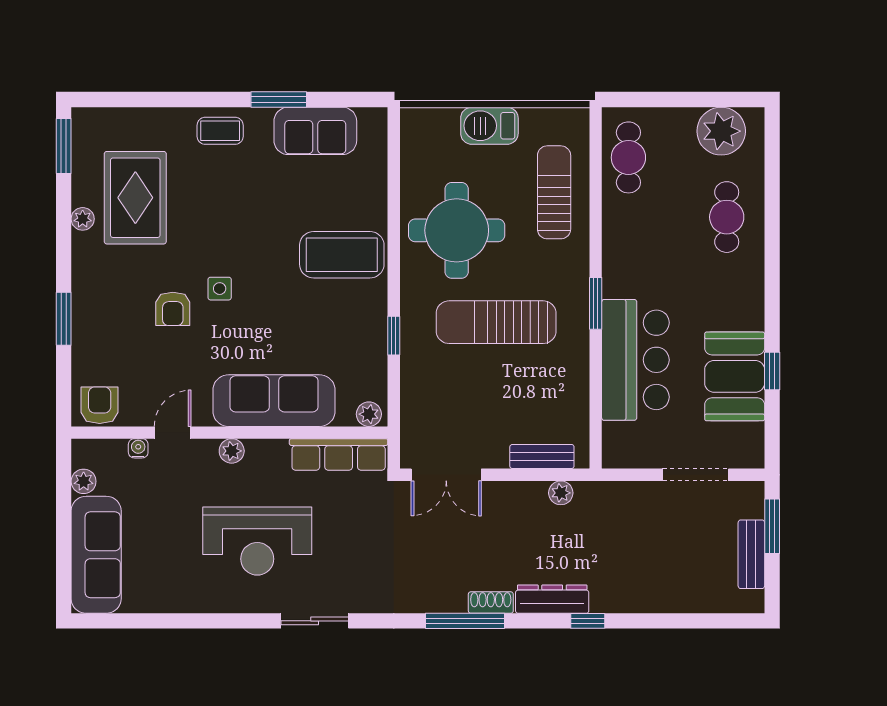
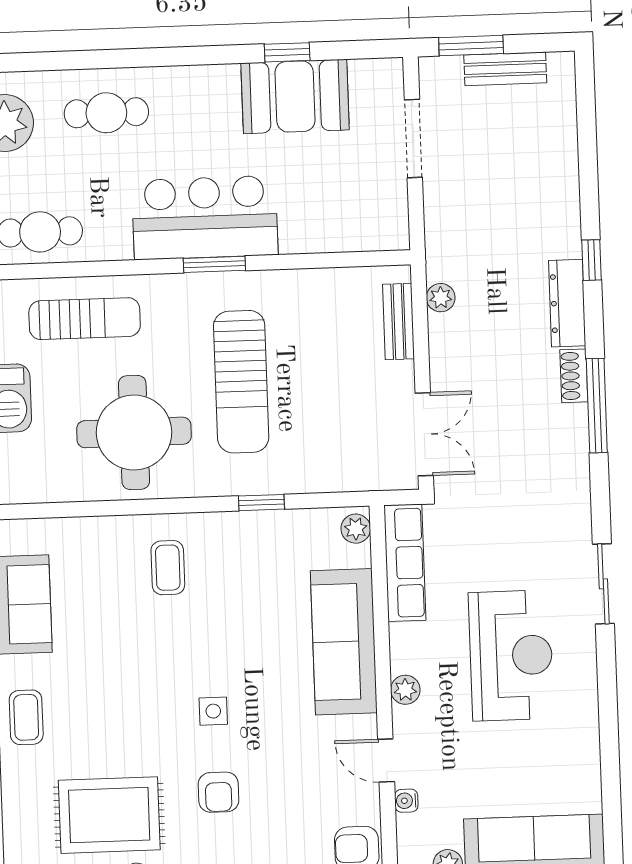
sun lounger: (554, 192) -> (85, 319), turned 180
coffee table: (342, 255) -> (168, 568), width x0.54, depth x0.58
armchair: (173, 309) -> (218, 792), moved, turned 90
bar counter: (635, 360) -> (205, 218), moved

